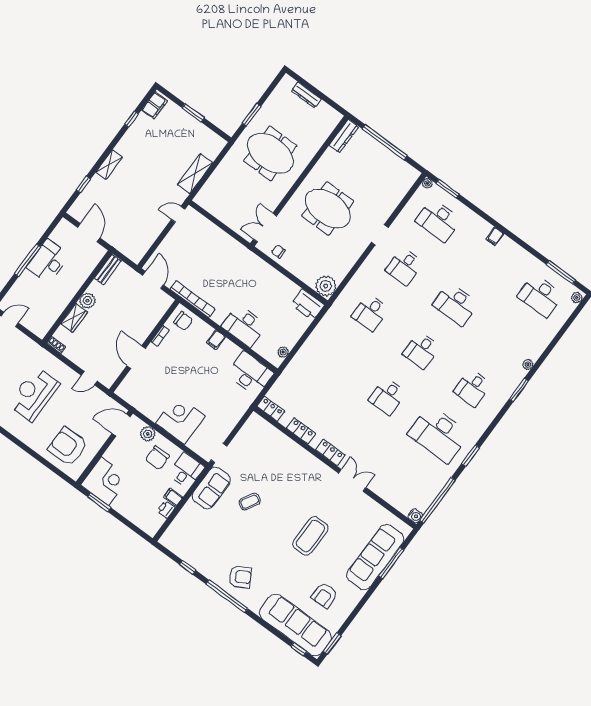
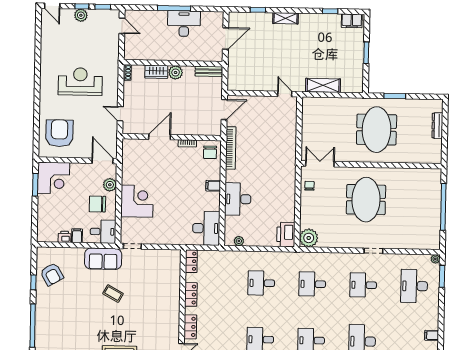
dresser: (344, 136) -> (427, 174), removed
desk: (336, 359) -> (261, 283), added
armchair: (240, 577) -> (52, 274), moved

